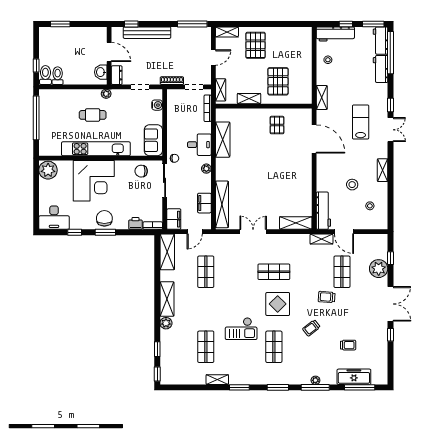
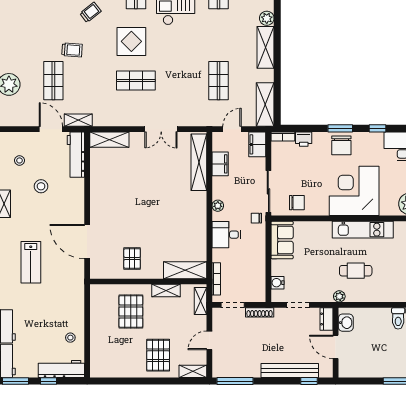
shelving: (322, 97) -> (78, 292), removed
shelving: (223, 140) -> (185, 270), moved, turned 90
kitchen unit: (96, 149) -> (363, 230), width x0.73

